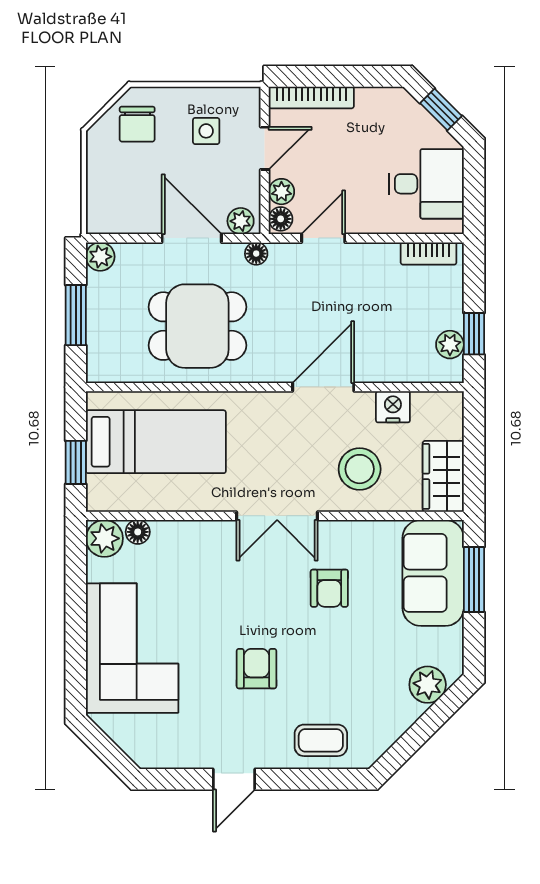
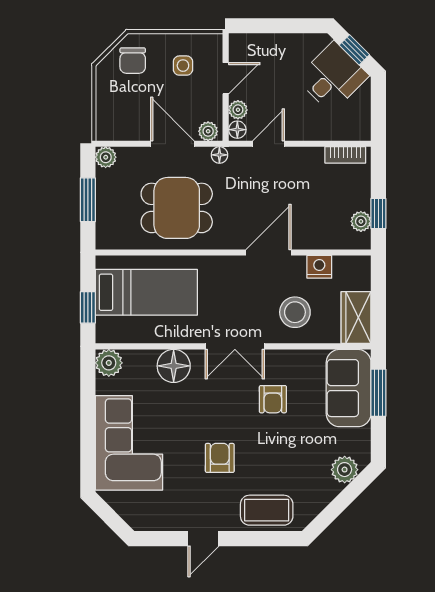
bookcase: (311, 97) -> (260, 41), removed
desk: (426, 184) -> (332, 77), moved, turned -45
floor lamp: (138, 532) -> (174, 366), moved, width x1.89, depth x1.89
coffee table: (321, 740) -> (267, 510), width x1.36, depth x1.30

